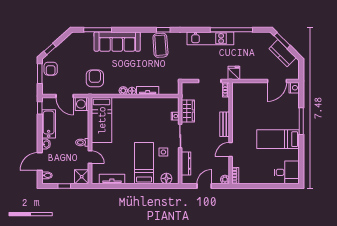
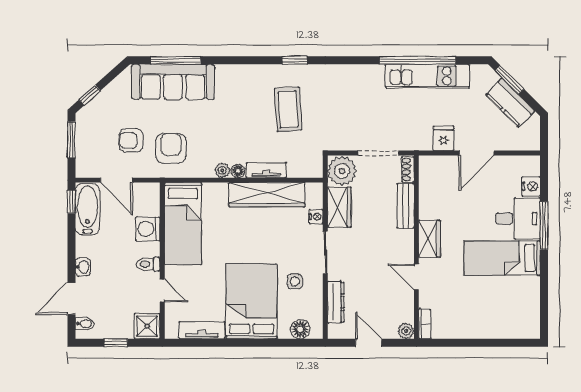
kitchen unit: (210, 38) -> (427, 76), moved
sofa: (117, 42) -> (173, 82), moved
coffee table: (160, 45) -> (288, 109), moved
armchair: (51, 69) -> (131, 140), moved, turned 90
fridge: (234, 73) -> (444, 138), moved
door: (277, 81) -> (477, 153), moved
nightstand: (294, 88) -> (531, 186), moved
plant: (189, 91) -> (342, 171), added
washing machine: (82, 104) -> (148, 229), moved
wardrobe: (148, 104) -> (267, 195), added
bathtub: (49, 124) -> (87, 209), moved
bench: (225, 124) -> (406, 206), moved
wardrobe: (238, 128) -> (429, 239), added
door: (231, 150) -> (416, 277), hinge flipped
bed: (144, 163) -> (251, 301), width x1.50
desk: (287, 172) -> (518, 219), moved
door: (204, 186) -> (369, 343), hinge flipped

